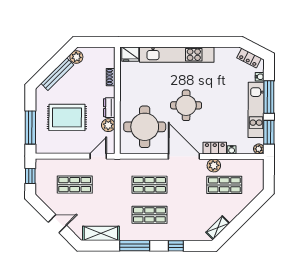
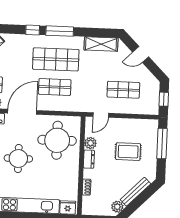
rug: (67, 117) -> (128, 152), width x0.73, depth x0.70
door: (184, 156) -> (22, 112), swing flipped
shop shelf: (149, 215) -> (56, 59), width x1.43, depth x1.36
window: (135, 246) -> (60, 31), moved

